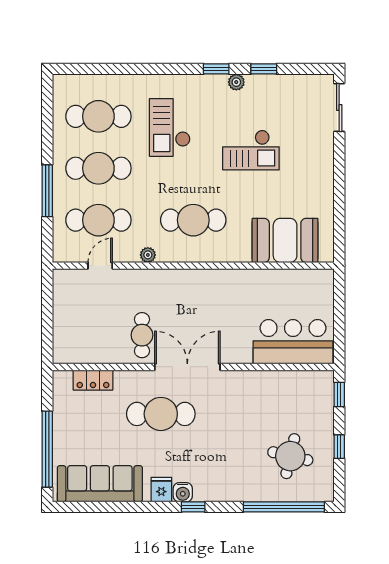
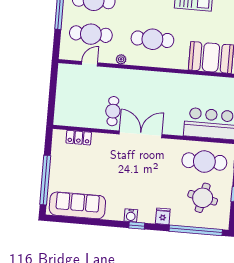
cafe table: (161, 414) -> (204, 162), moved
fridge: (161, 490) -> (163, 216), moved

